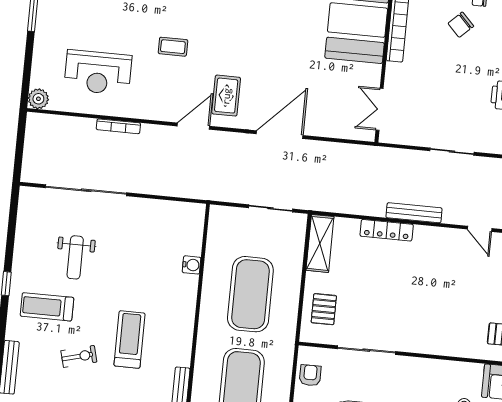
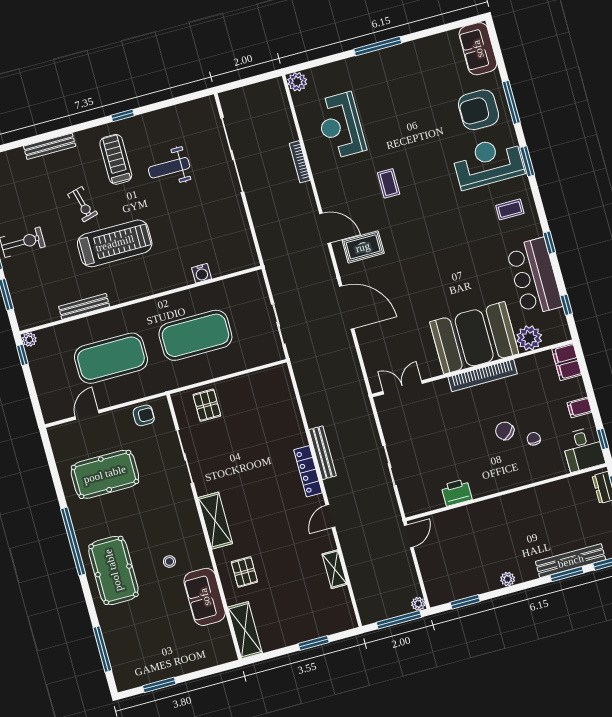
locker: (387, 230) -> (308, 471), moved
shelving: (320, 243) -> (215, 521), moved, turned 90
pallet: (324, 309) -> (207, 405), turned 90
treadmill: (130, 339) -> (115, 243), width x1.37, depth x1.38

